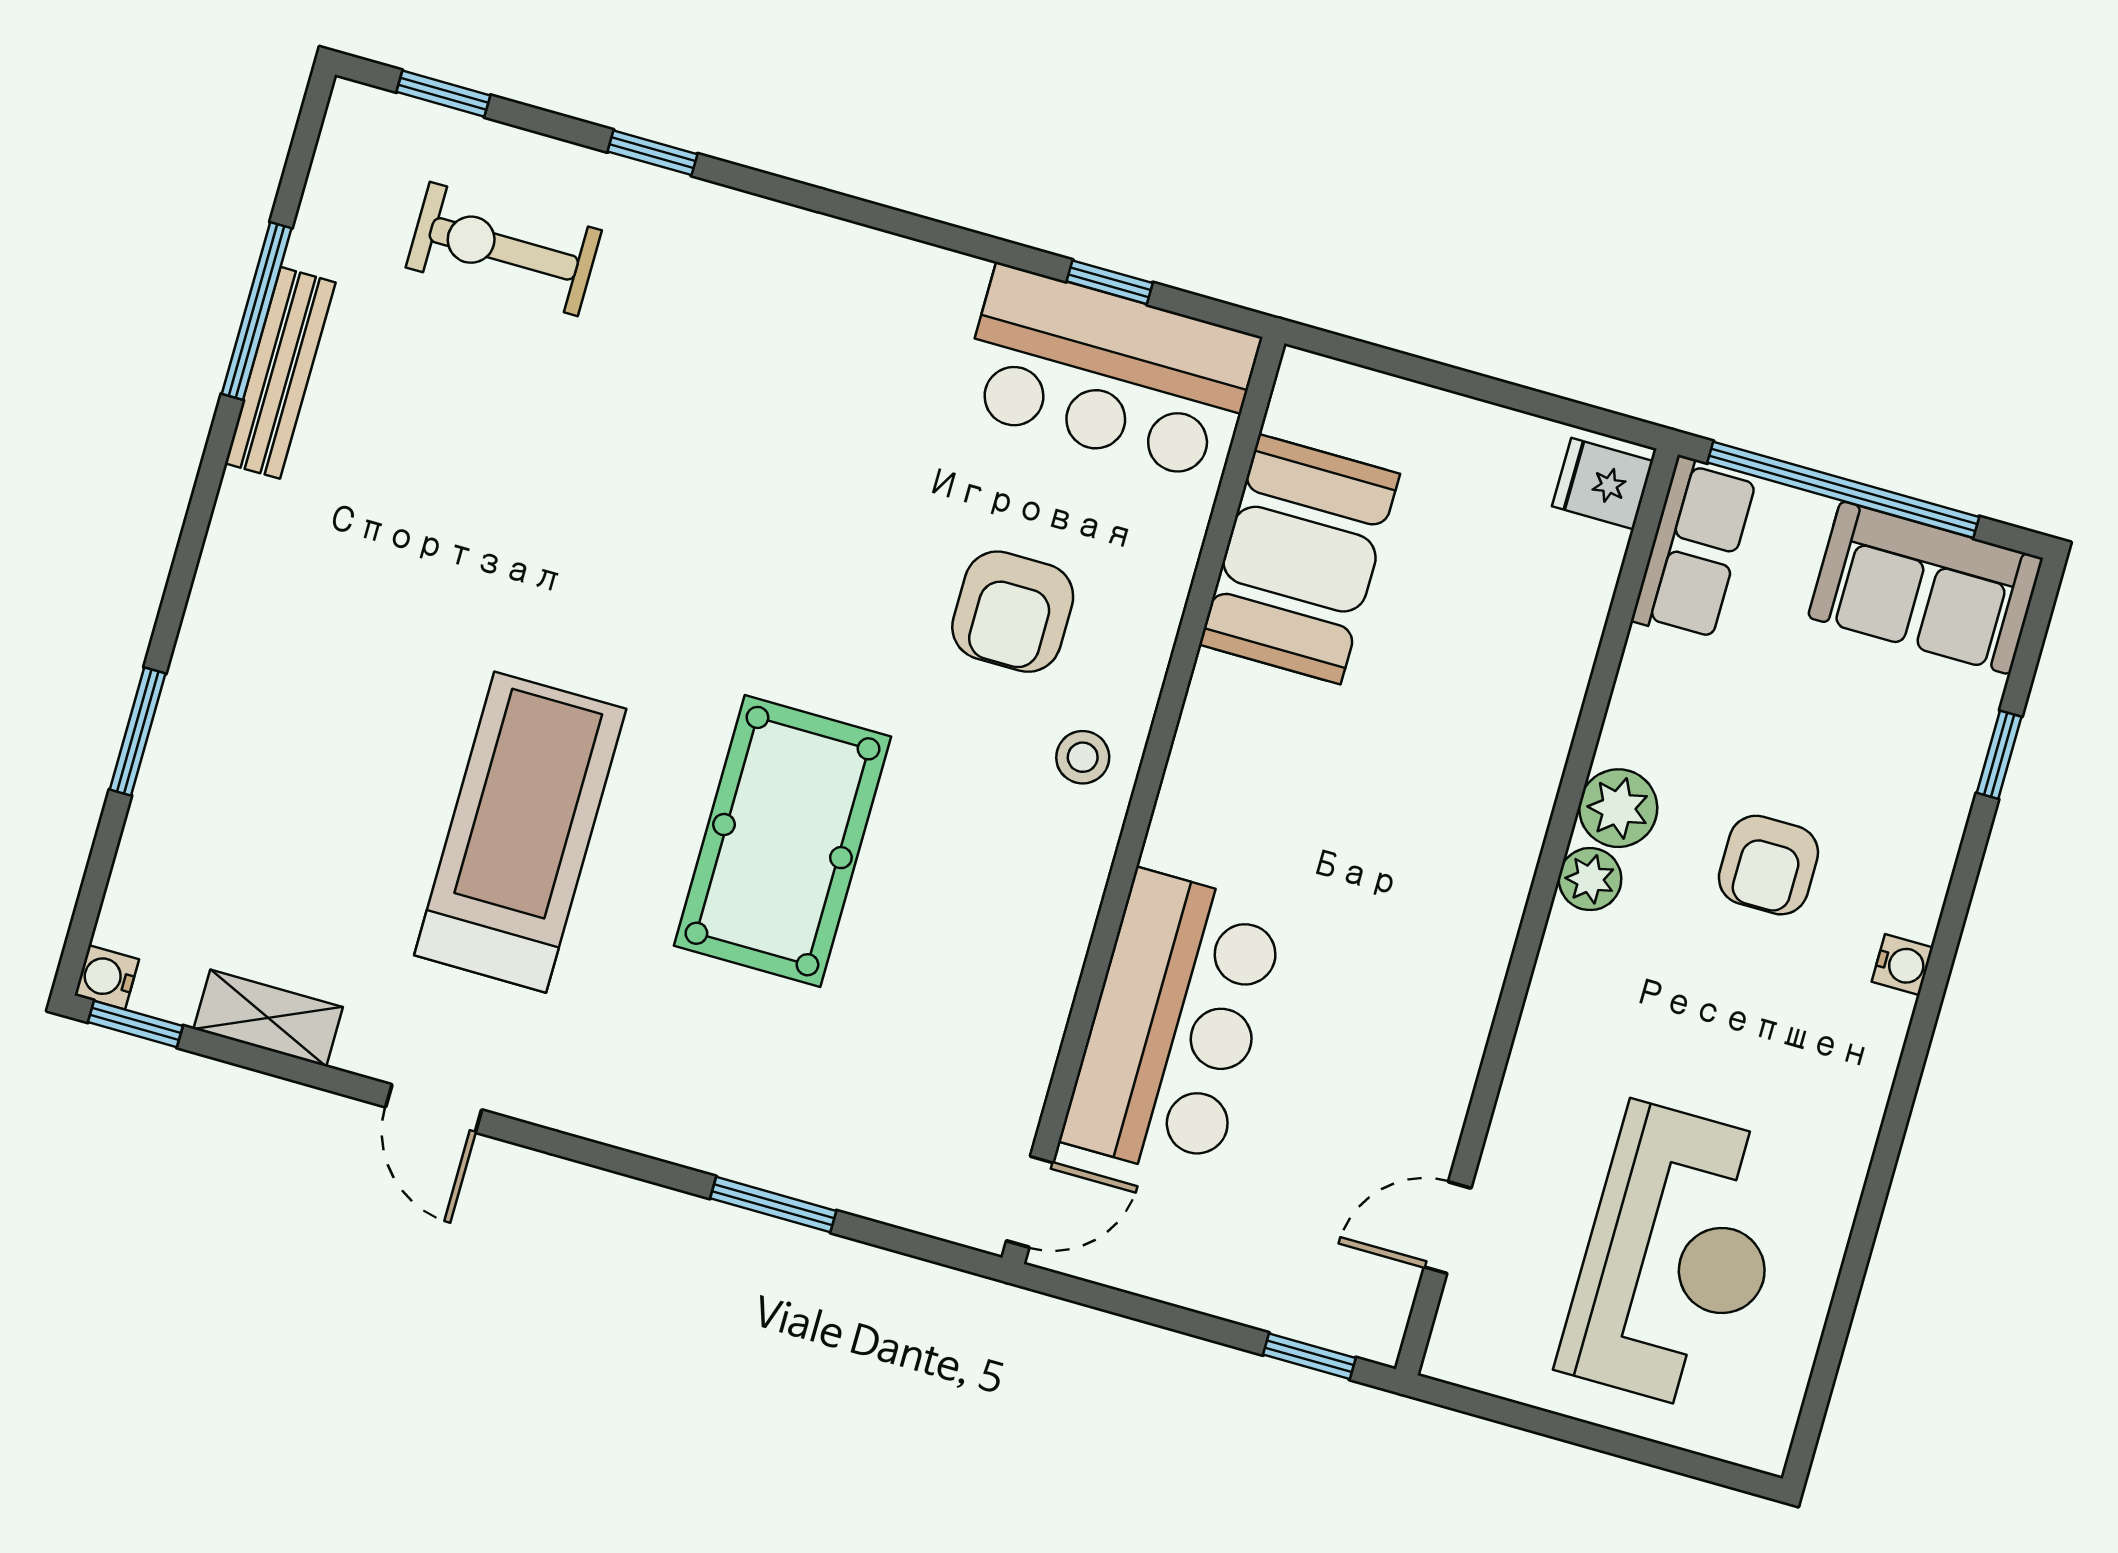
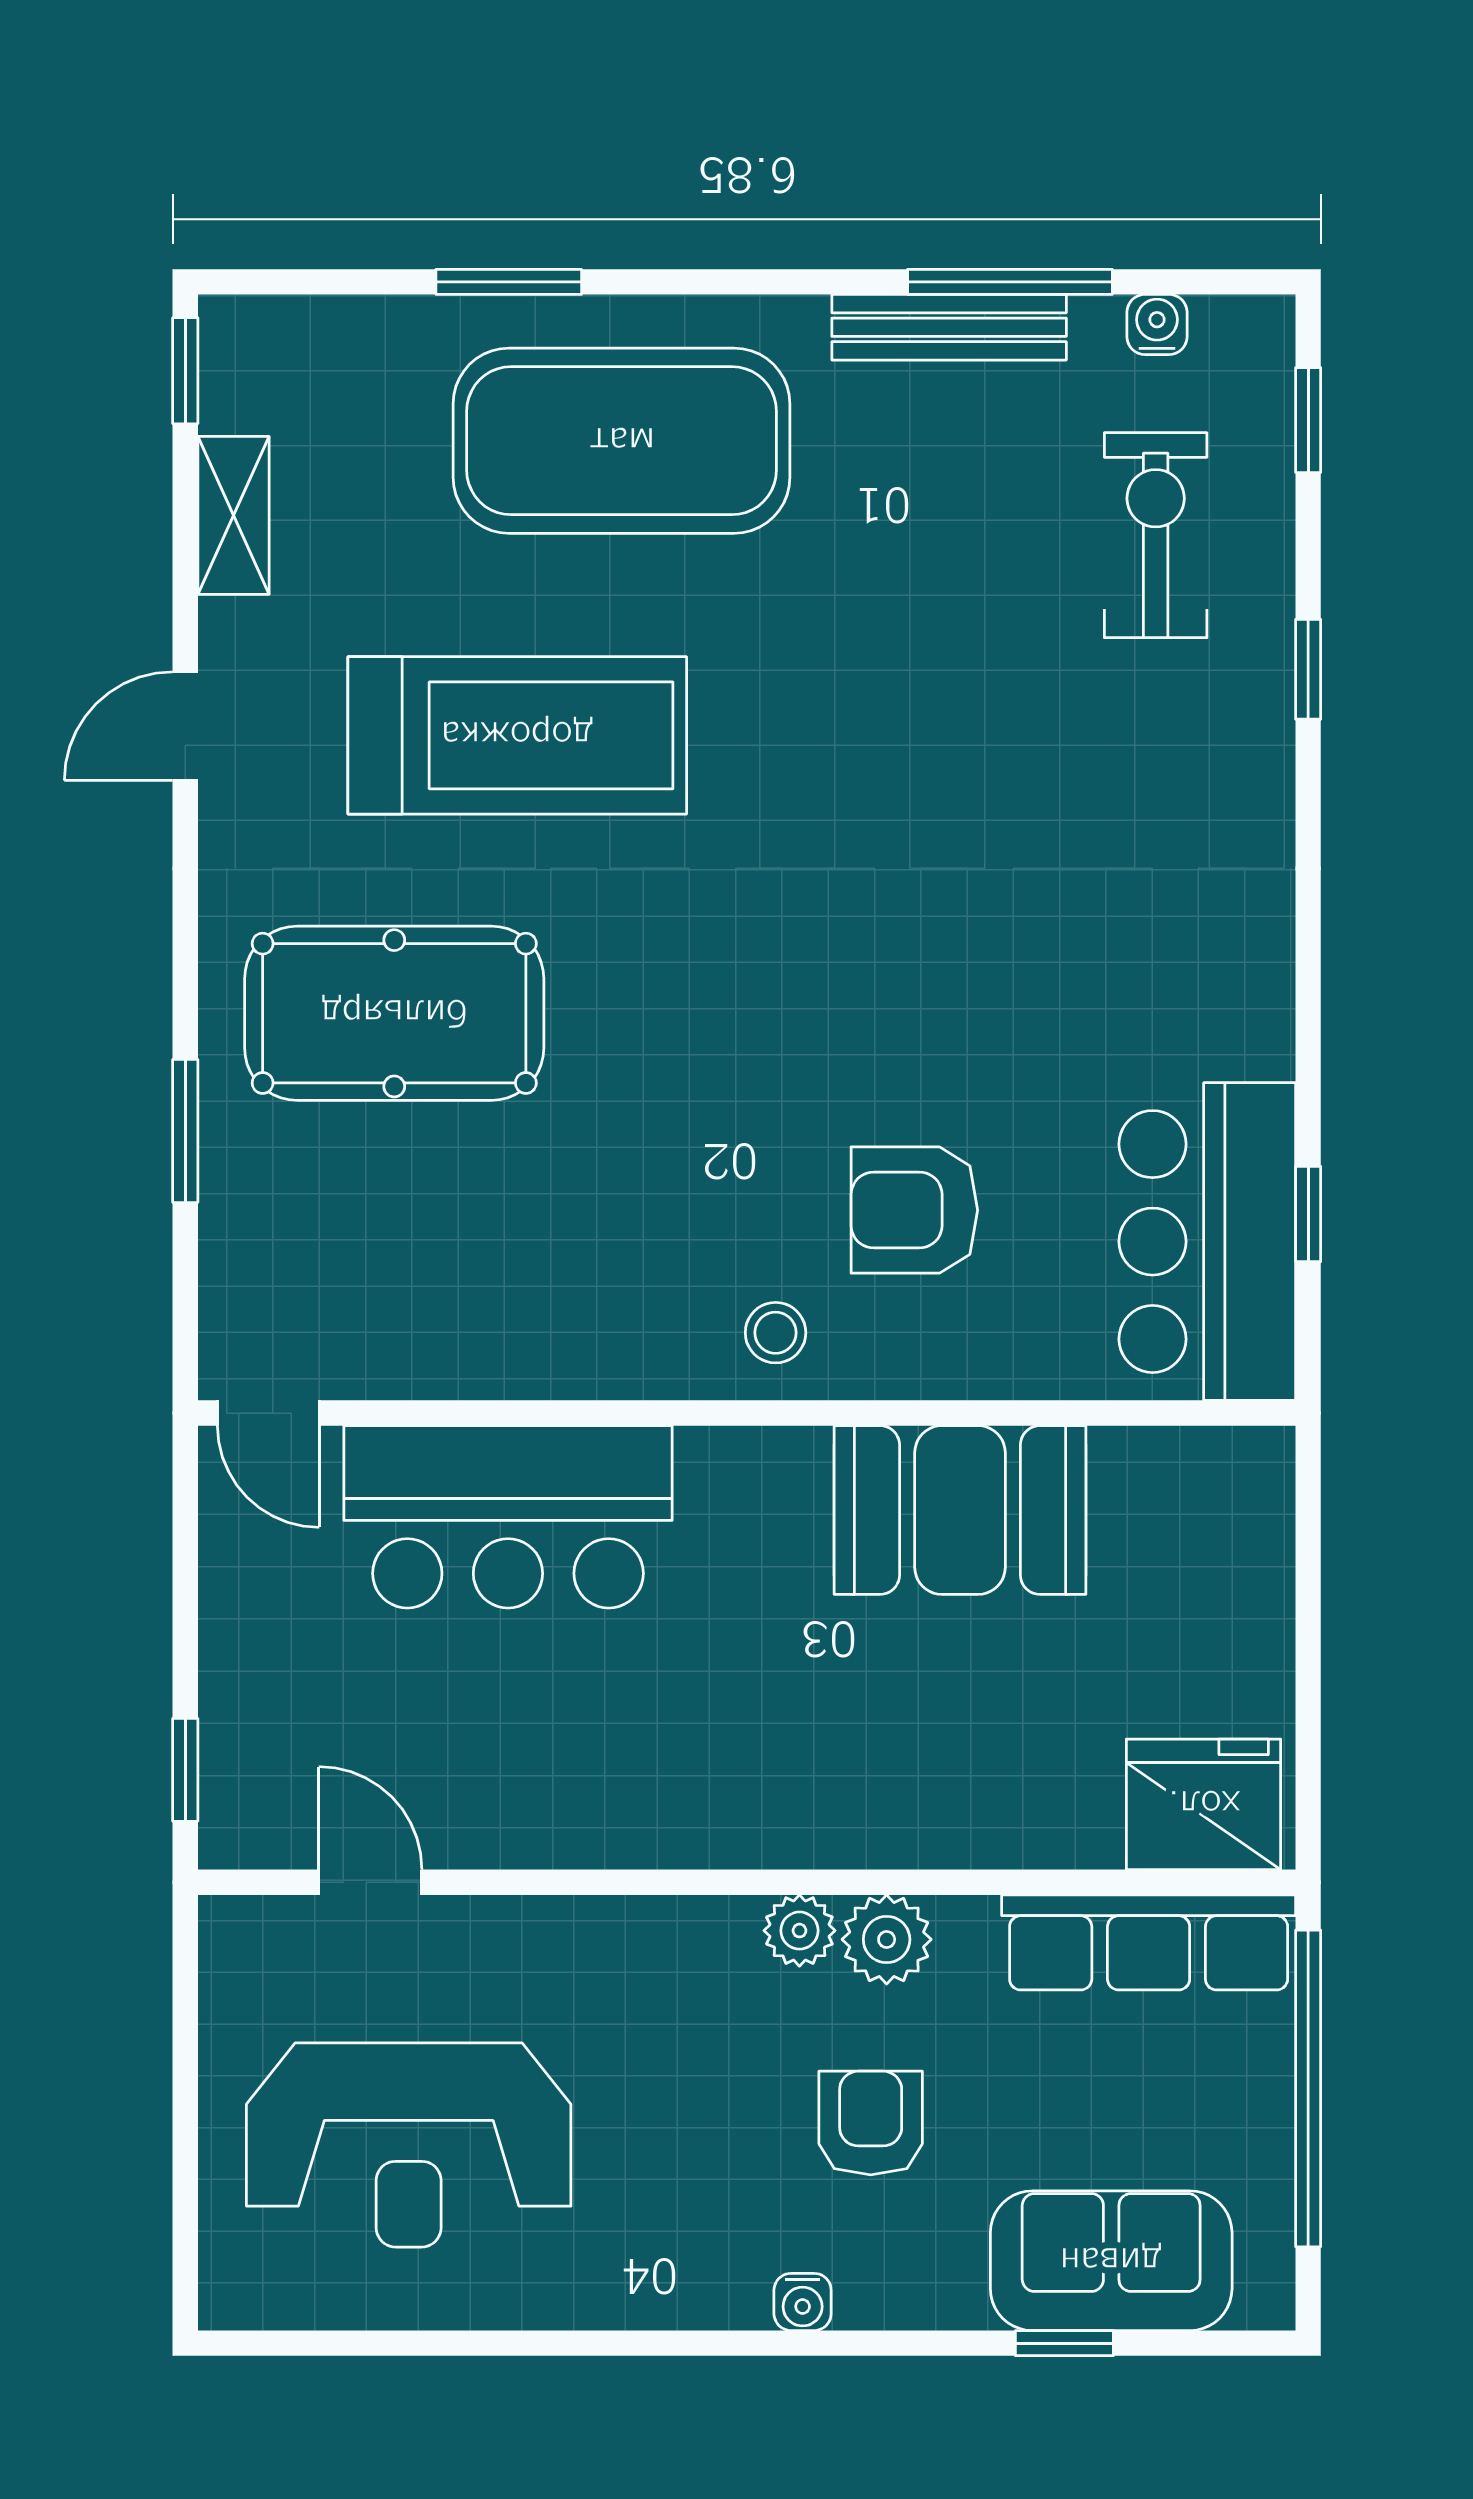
fridge: (1603, 484) -> (1204, 1804), width x1.88, depth x1.34
row of seats: (1694, 549) -> (1149, 1942), width x1.48
booth: (1299, 559) -> (960, 1510), moved
sofa: (1925, 588) -> (1111, 2261), moved, turned 90
exercise mat: (298, 675) -> (622, 441), added
pool table: (782, 841) -> (394, 1013), moved
armchair: (1768, 865) -> (871, 2123), turned 90
water cooler: (107, 977) -> (1157, 324), moved

